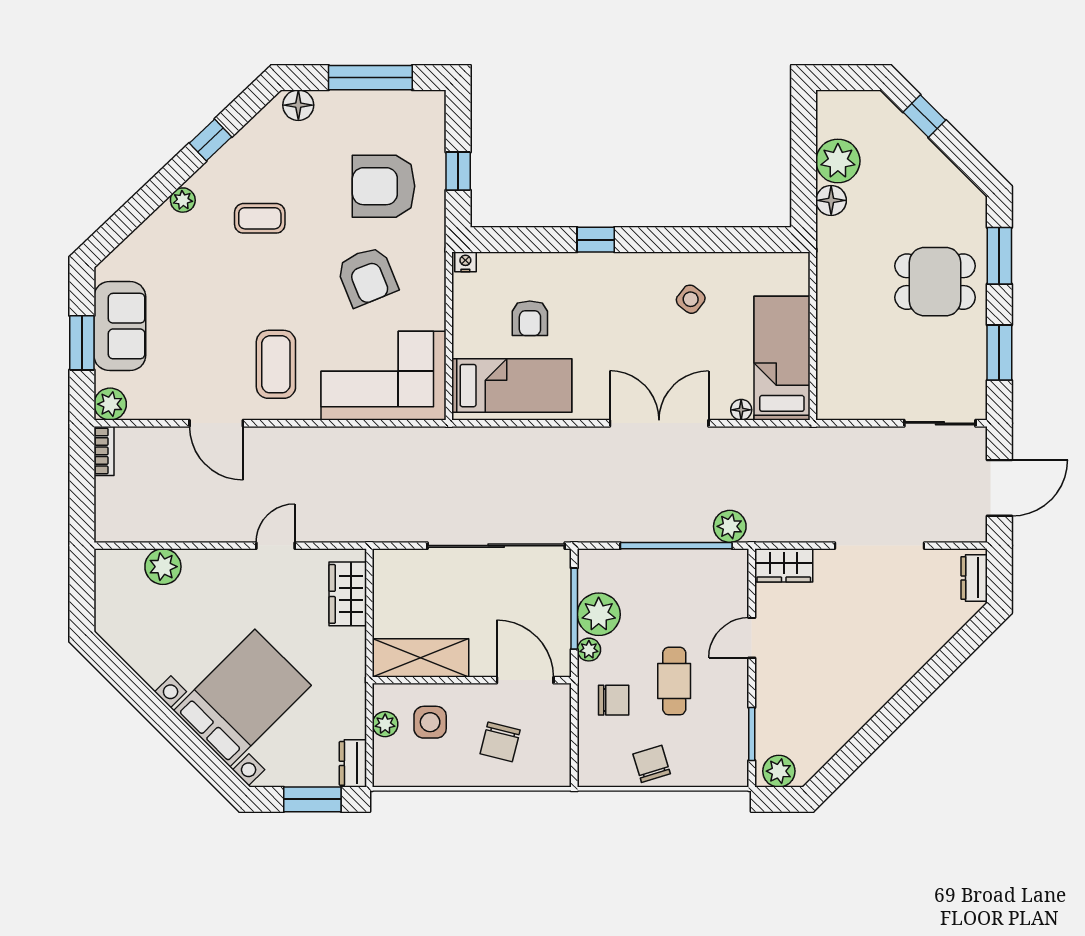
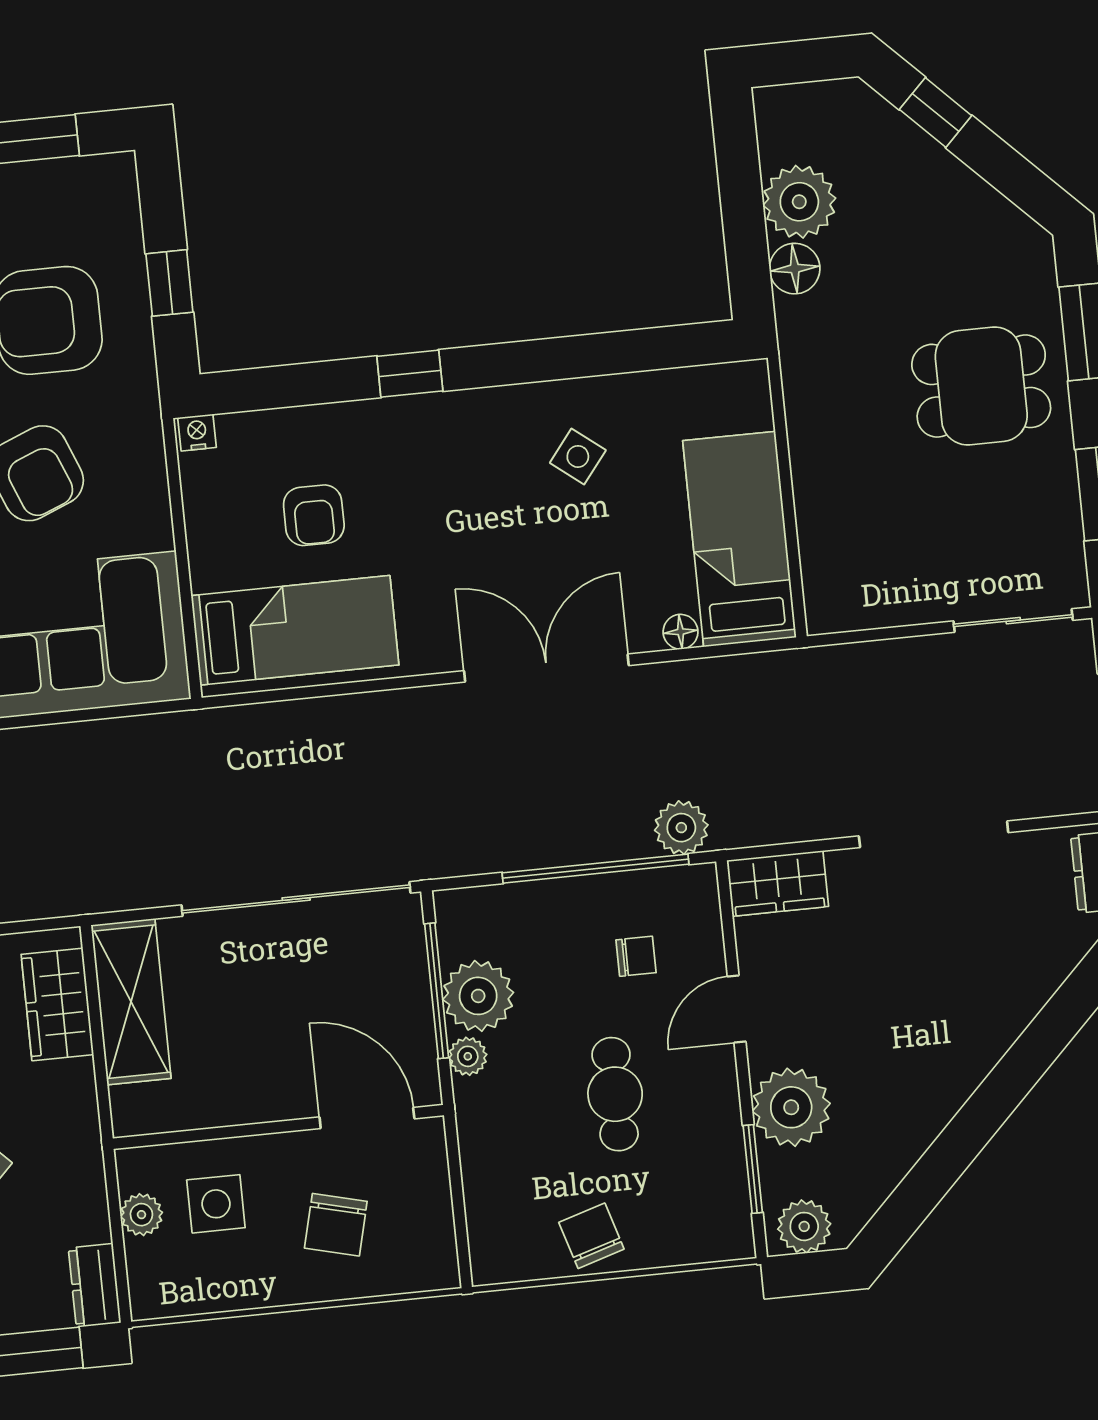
shelving: (421, 658) -> (131, 1002), moved, turned 90
chair: (614, 700) -> (636, 956), moved, width x0.73, depth x0.73
plant: (778, 700) -> (791, 1107), added

